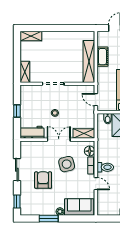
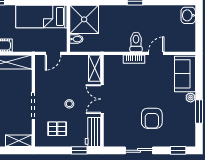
pallet: (35, 103) -> (57, 129), added
window: (17, 111) -> (79, 150), moved
floor lamp: (90, 151) -> (116, 61), removed
side table: (67, 164) -> (132, 89), removed
armchair: (43, 180) -> (152, 118), turned -90

